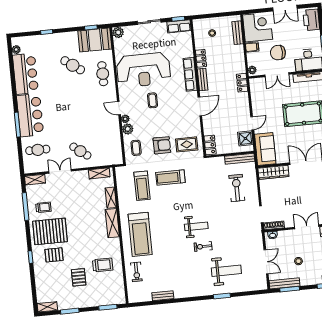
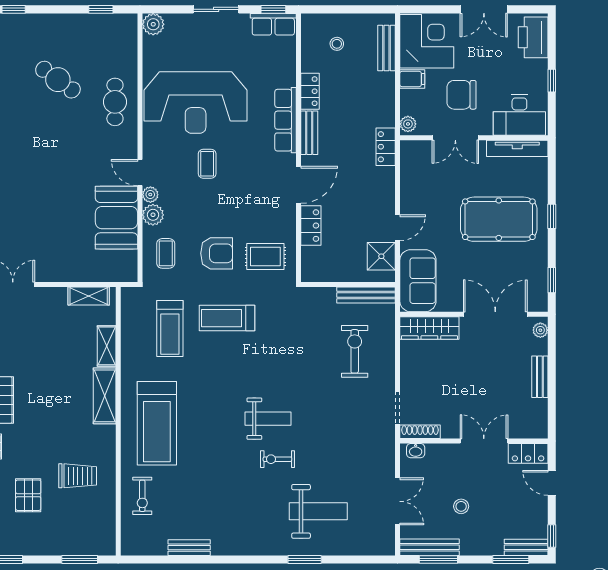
booth: (95, 40) -> (116, 218), moved, turned 90
locker: (210, 145) -> (311, 226), moved
cafe table: (80, 151) -> (56, 249), removed

